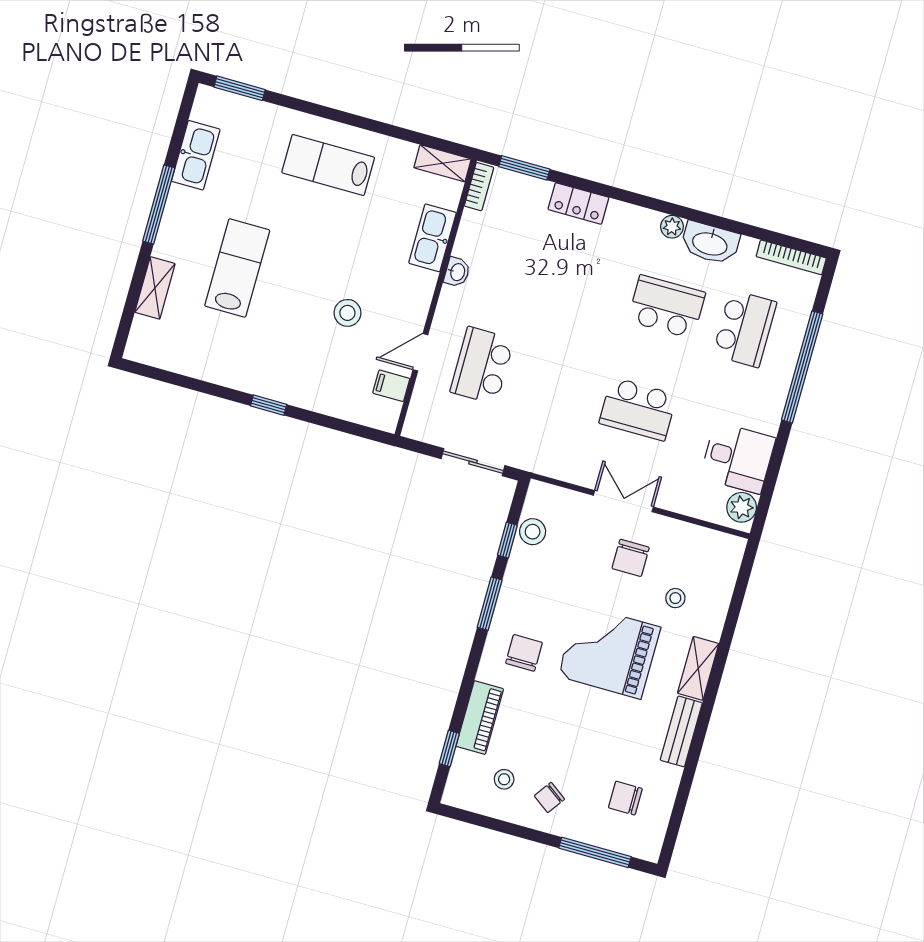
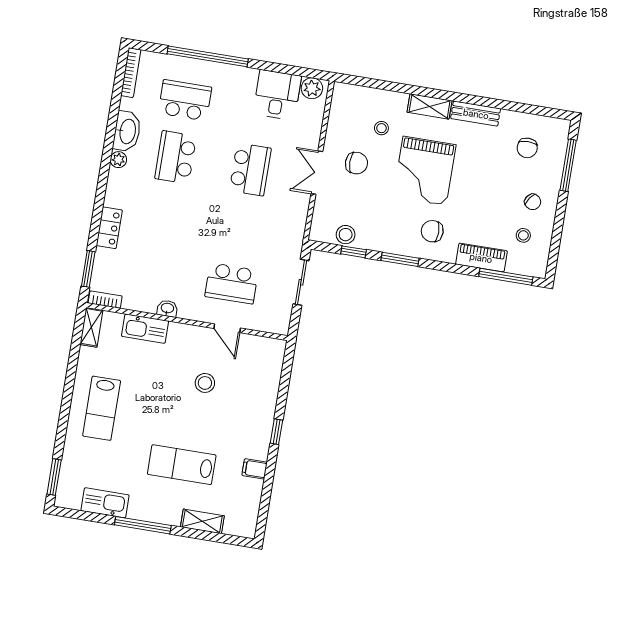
filing cabinet: (391, 386) -> (255, 469), moved, turned 90
window: (449, 749) -> (506, 277), width x2.17

